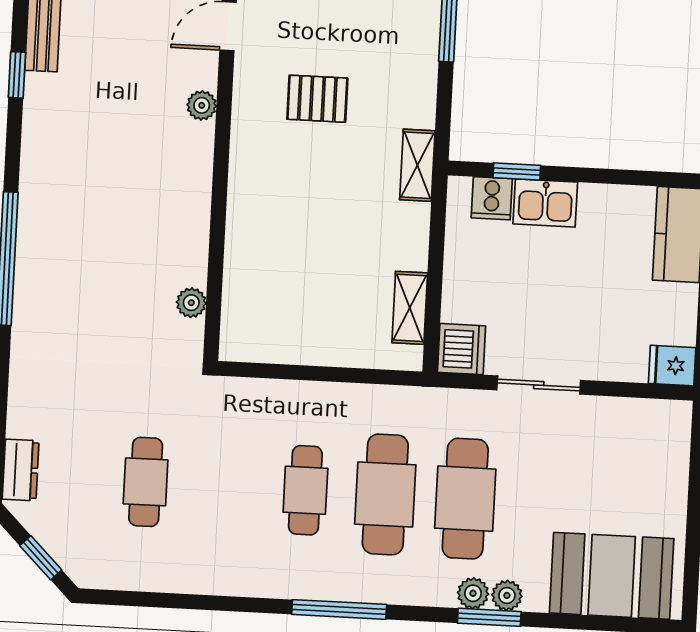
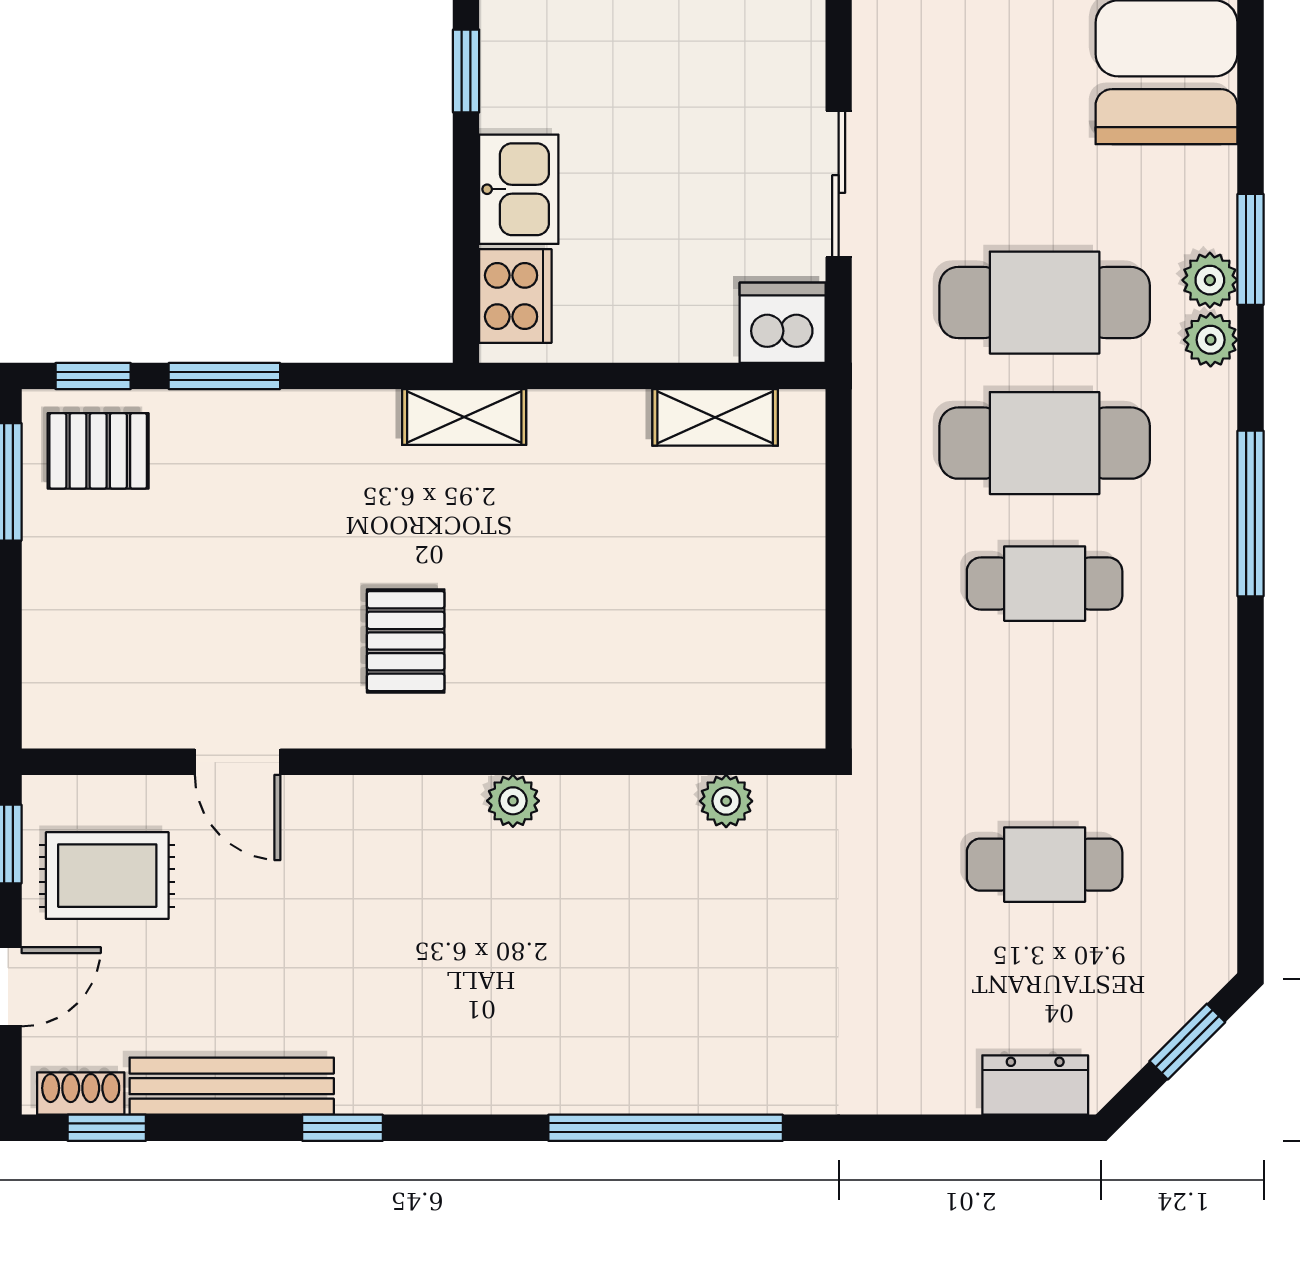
pallet: (317, 99) -> (406, 641), moved
plant: (202, 105) -> (513, 801), moved
window: (517, 172) -> (466, 71), moved
cooker: (492, 198) -> (515, 296), width x1.36
plant: (507, 595) -> (1211, 340), moved

